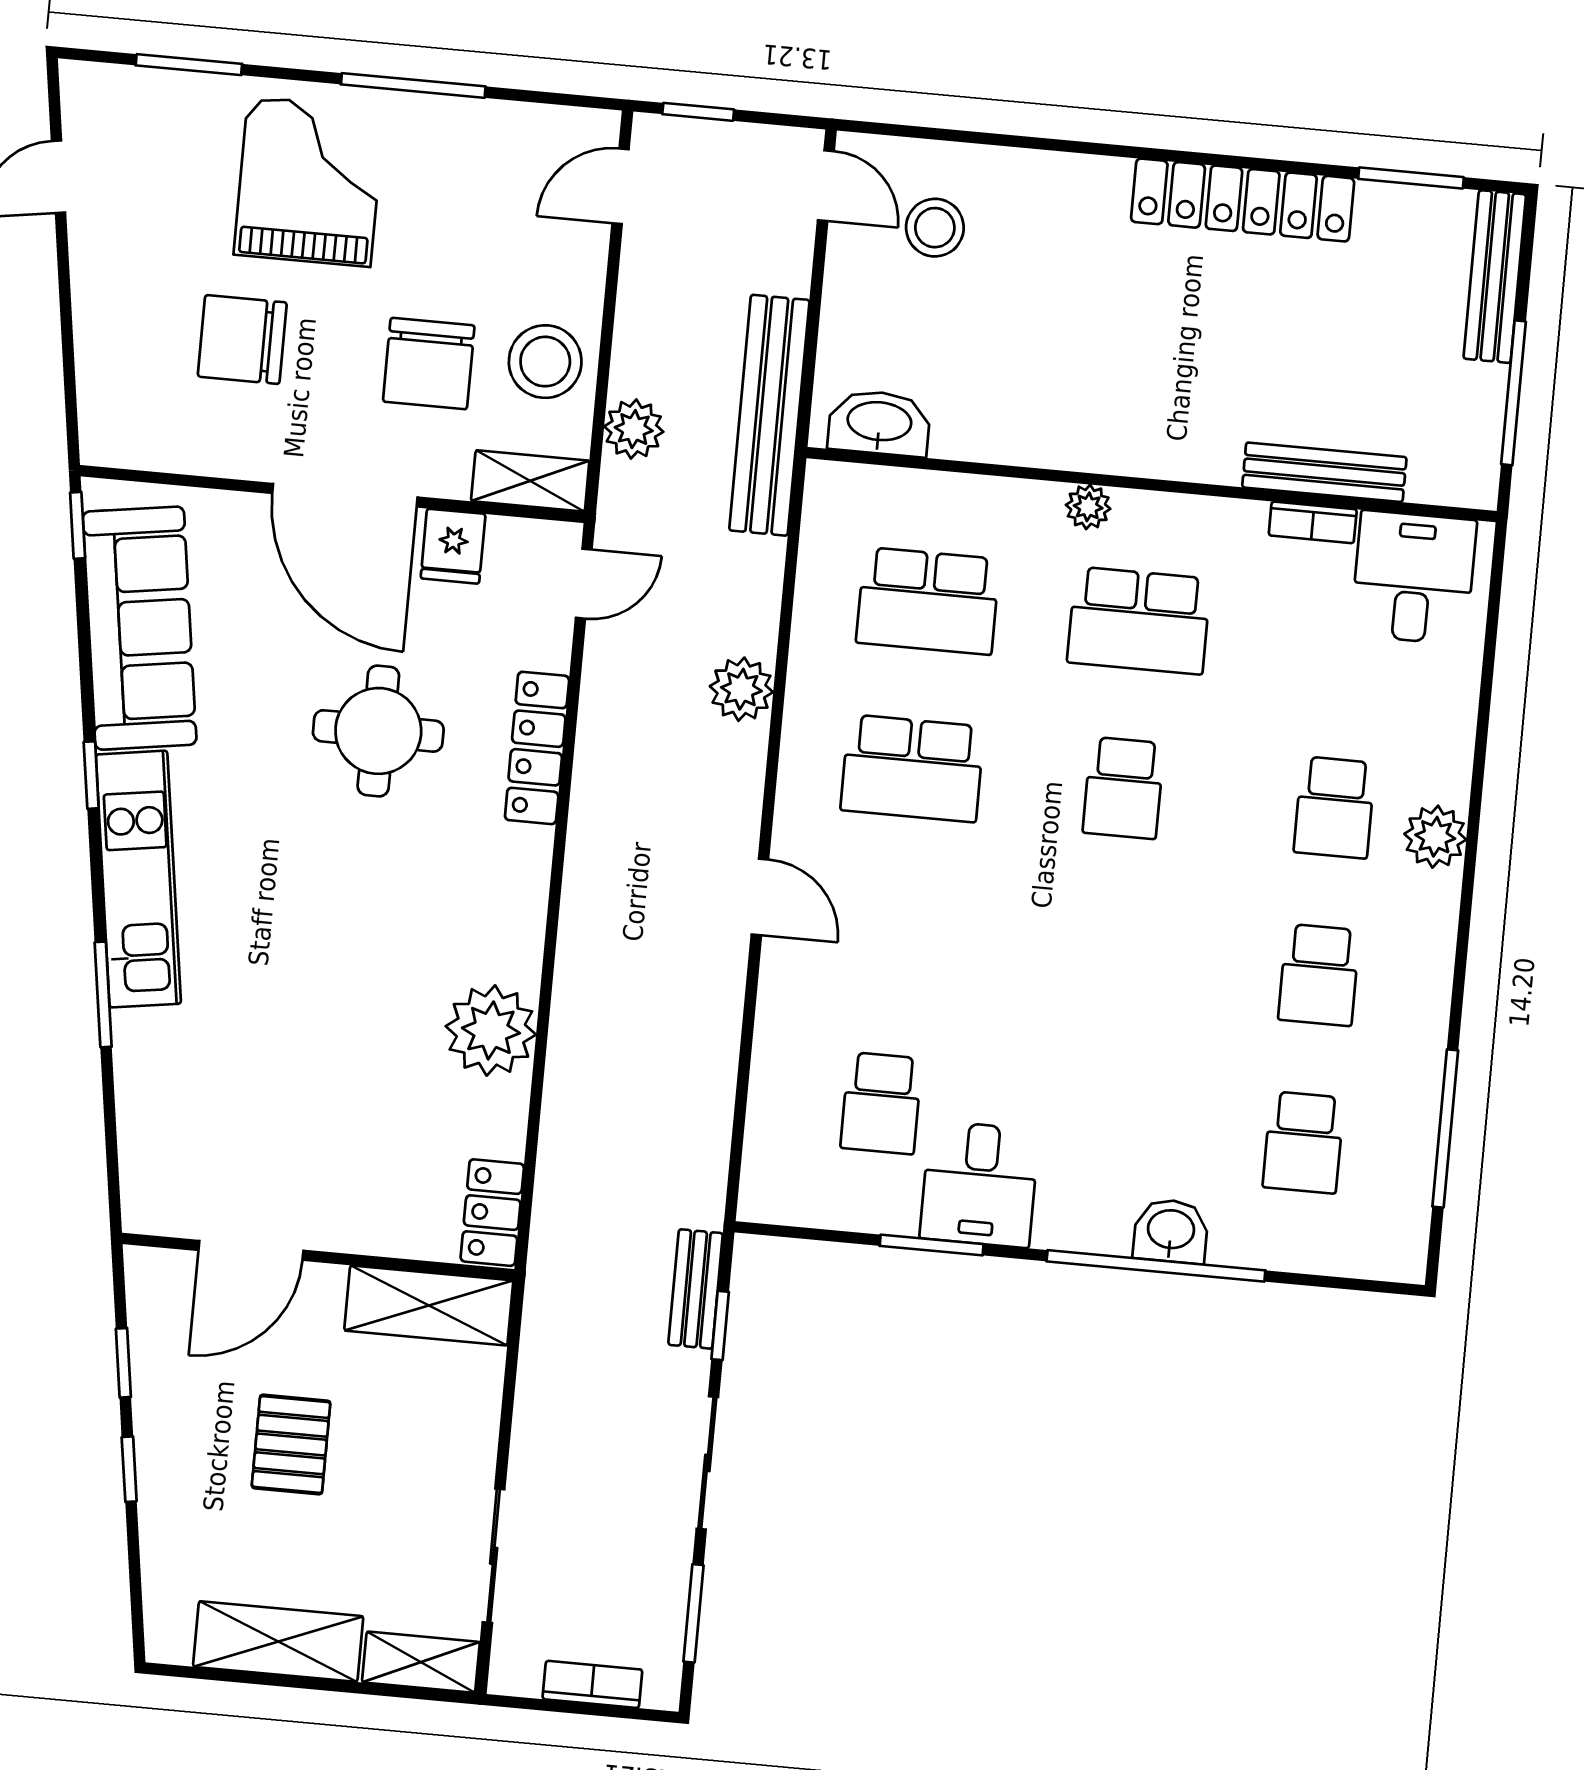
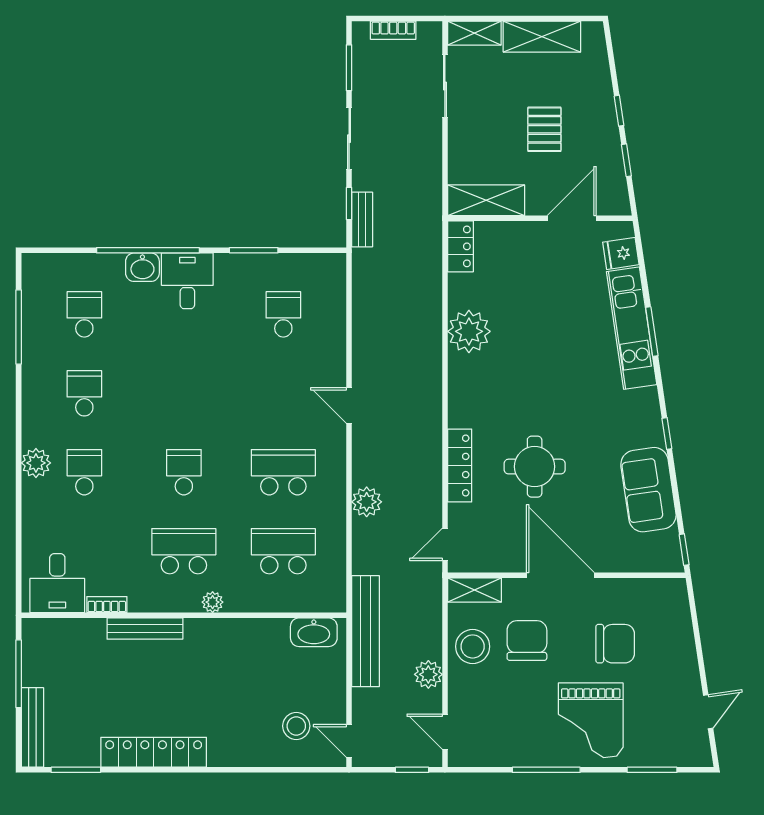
door: (621, 186) -> (445, 732), swing flipped
plant: (634, 429) -> (428, 674), moved
bench: (1324, 472) -> (145, 629), moved
fridge: (453, 546) -> (621, 253), moved, turned -98
sofa: (140, 628) -> (648, 490), width x0.73
kitchen unit: (138, 879) -> (632, 328), moved
desk: (980, 1184) -> (187, 281), moved

